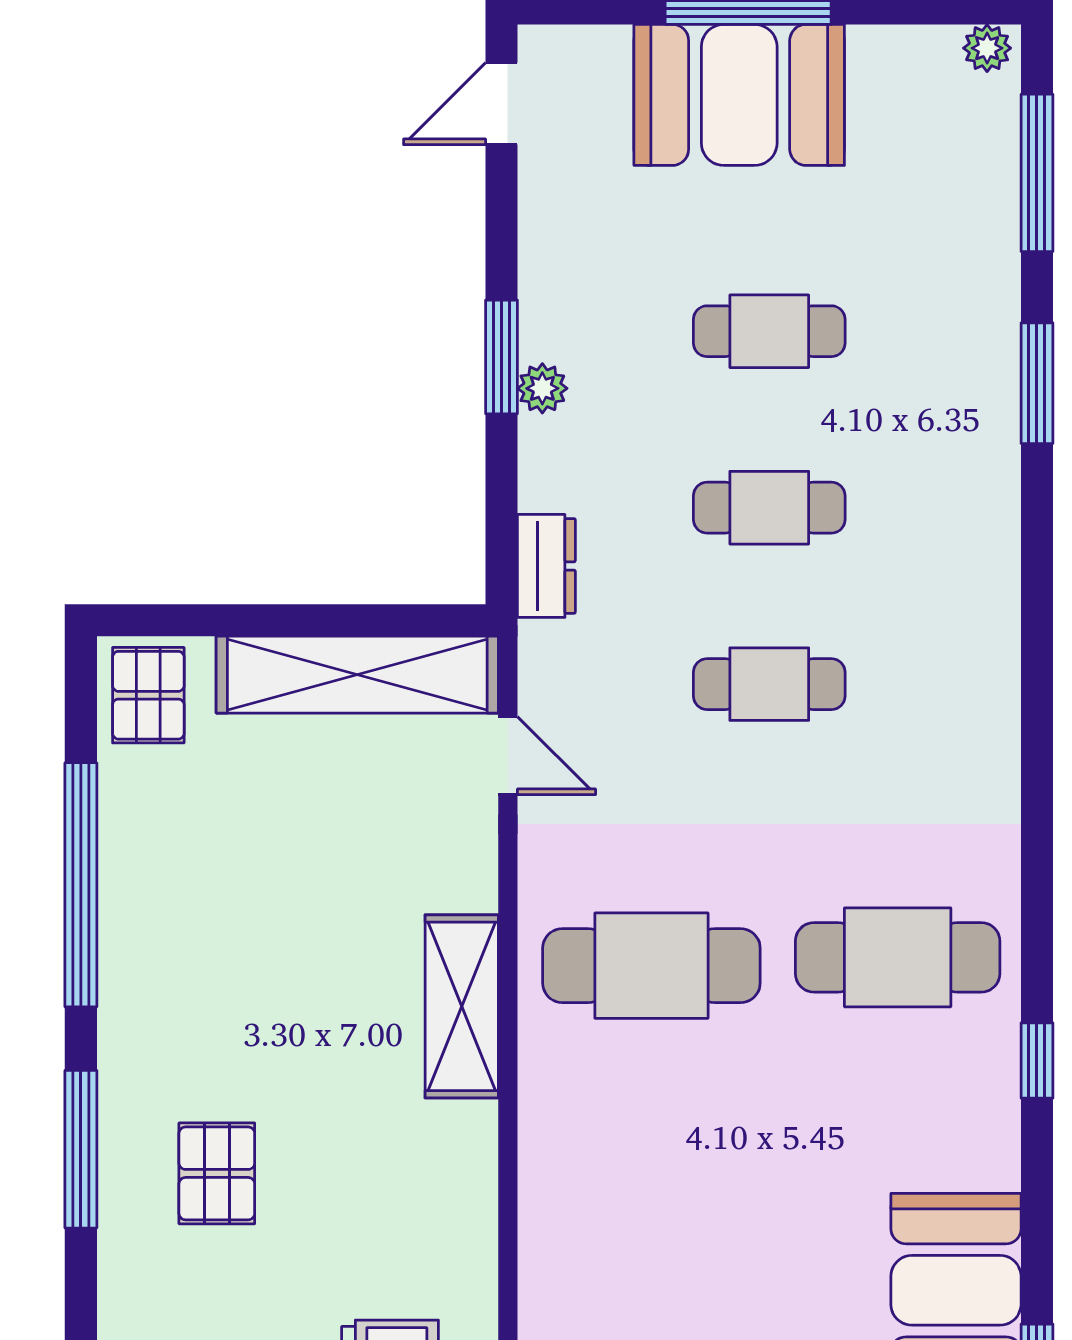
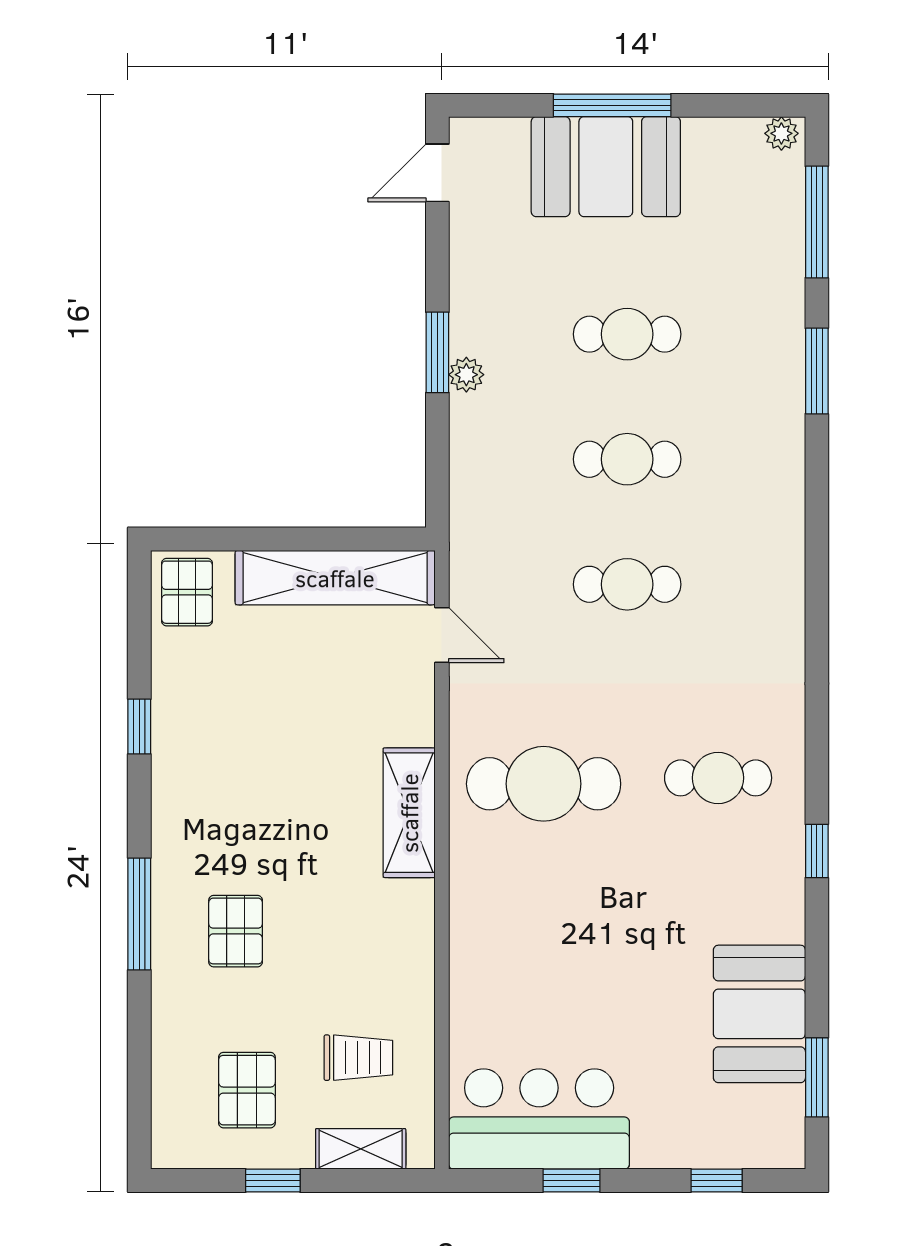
dresser: (546, 566) -> (469, 501), removed
window: (81, 885) -> (139, 727), width x0.32
cafe table: (898, 957) -> (718, 778), width x0.73, depth x0.74

